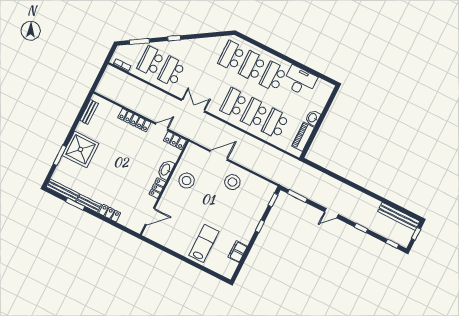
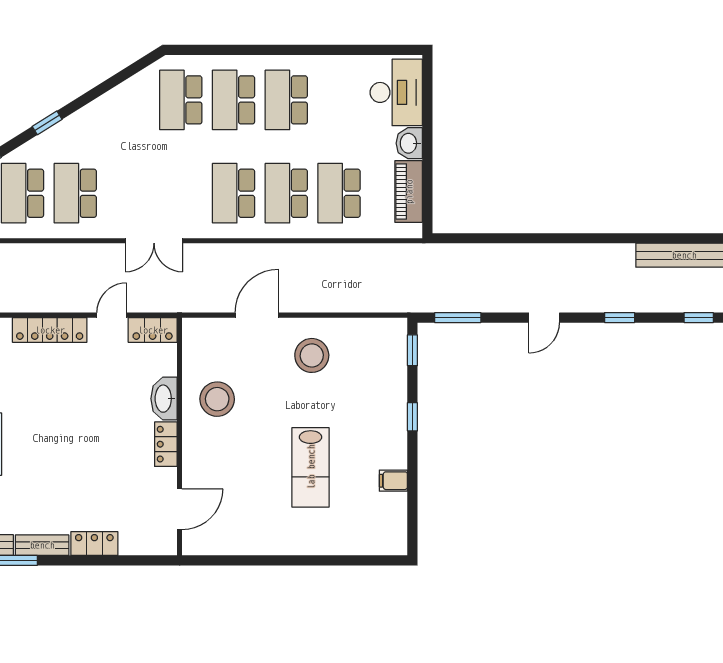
desk: (300, 81) -> (396, 92), moved, turned 90
double door: (193, 106) -> (154, 241), swing flipped
lab bench: (204, 243) -> (311, 467), moved, turned 180
filing cabinet: (238, 252) -> (393, 481), width x0.50

